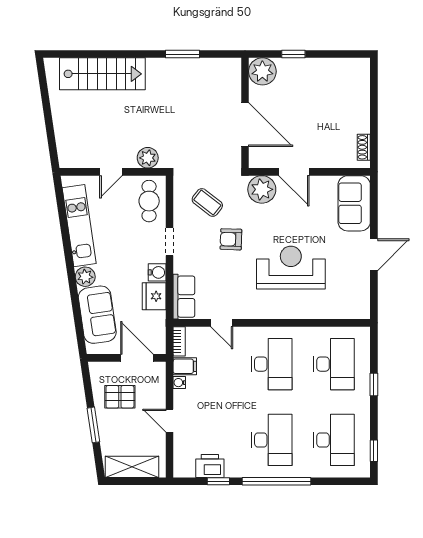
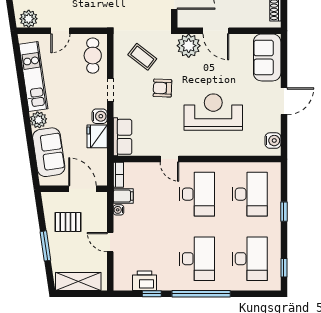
plant: (148, 158) -> (29, 19), moved
water cooler: (361, 301) -> (273, 141), added
door: (222, 323) -> (169, 159), moved

